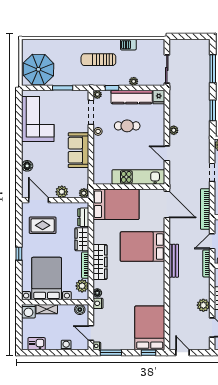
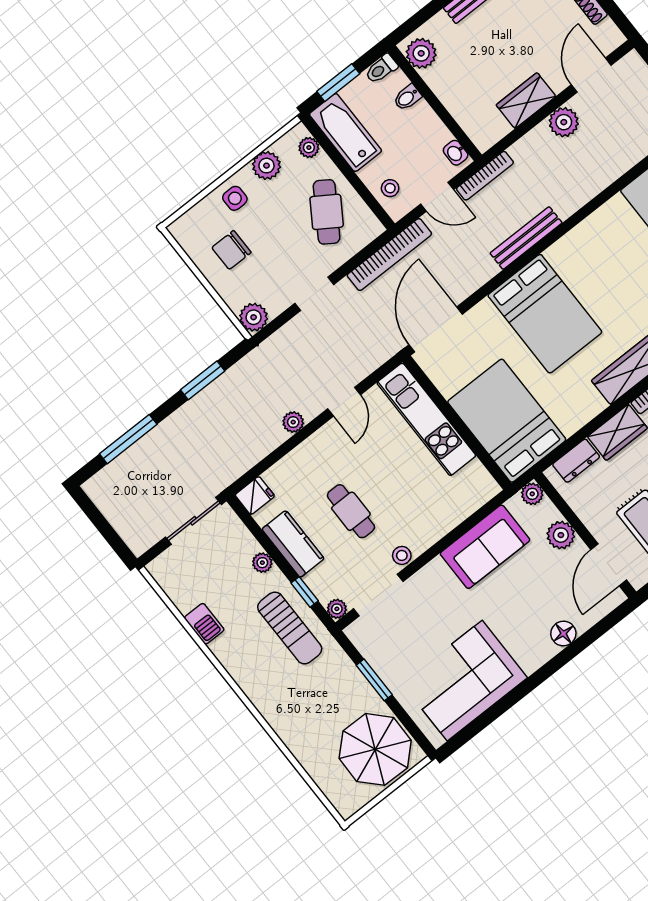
sun lounger: (98, 60) -> (290, 628), moved
kitchen counter: (132, 97) -> (293, 544), width x0.67
sofa: (78, 150) -> (485, 547), moved

